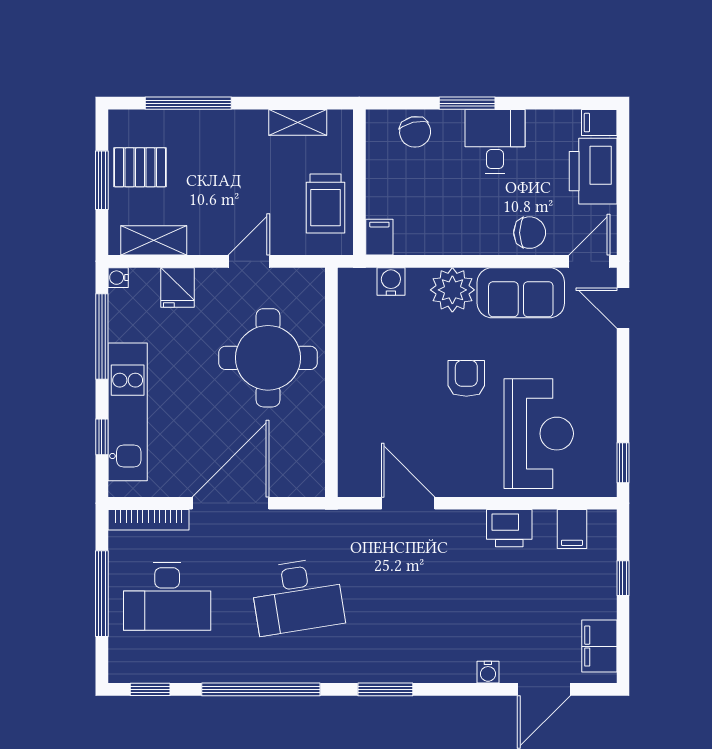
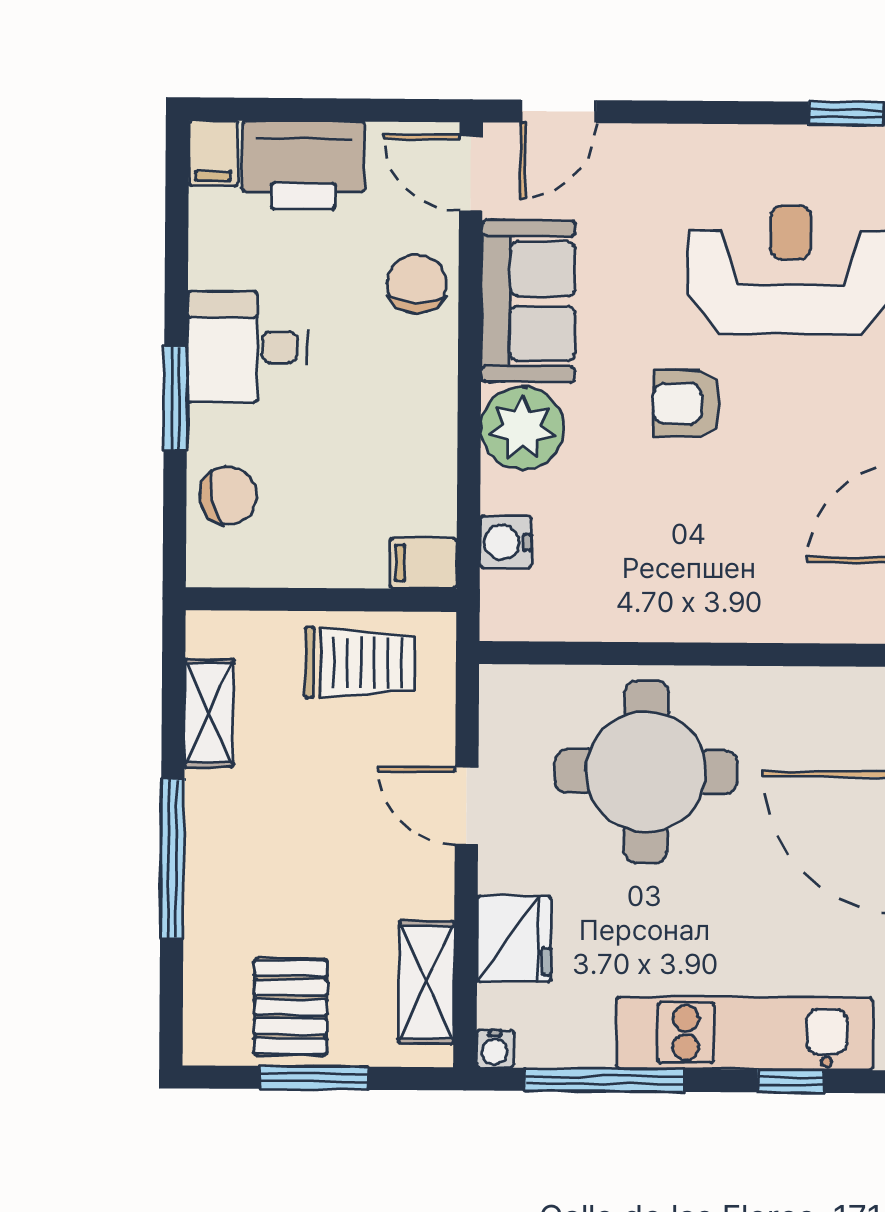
window: (188, 103) -> (172, 859), moved
fridge: (178, 287) -> (514, 939), width x1.38

